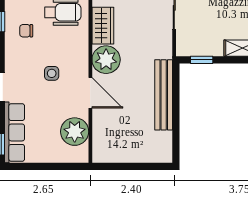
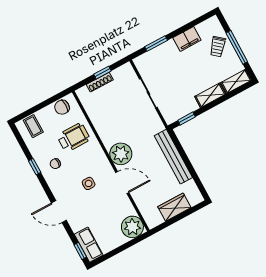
wardrobe: (103, 26) -> (174, 207), moved, turned -90
row of seats: (15, 132) -> (89, 245), width x0.68
plant: (75, 132) -> (132, 227), moved

